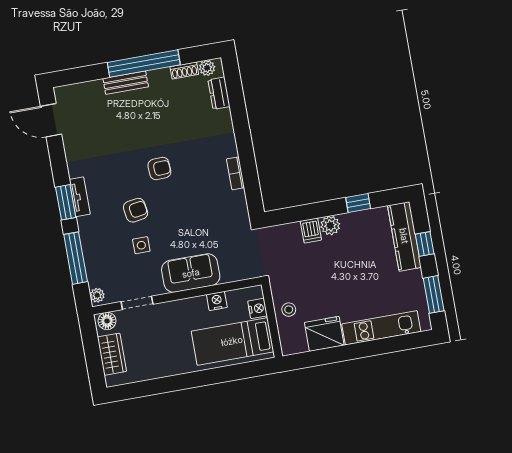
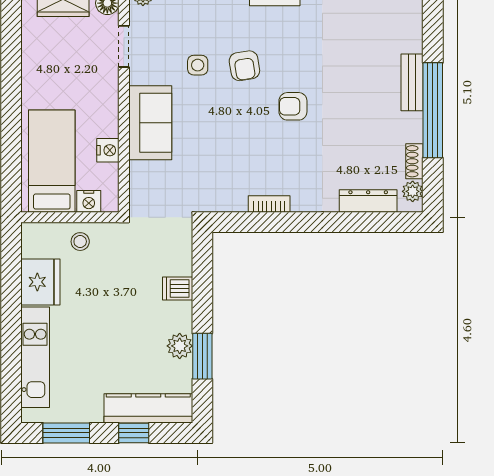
dresser: (219, 93) -> (368, 201), width x1.44
armchair: (159, 169) -> (293, 106), turned 93
window: (358, 203) -> (202, 356), width x1.50
plant: (330, 225) -> (180, 346), moved

